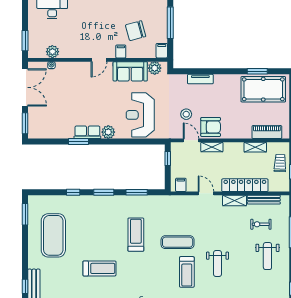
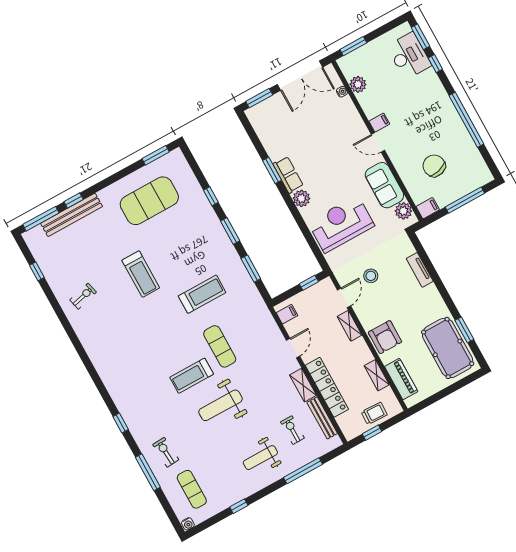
filing cabinet: (121, 51) -> (379, 123), moved
armchair: (211, 127) -> (385, 337), moved
weight bench: (218, 263) -> (221, 405), width x1.36, depth x1.33

